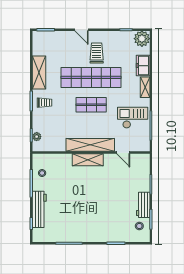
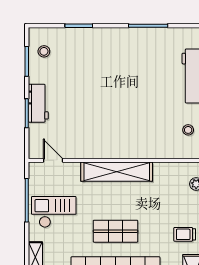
checkout: (133, 118) -> (54, 212), turned 180
door: (123, 153) -> (53, 160), moved
shelving: (88, 160) -> (120, 150), removed
workbench: (143, 205) -> (38, 103), moved

